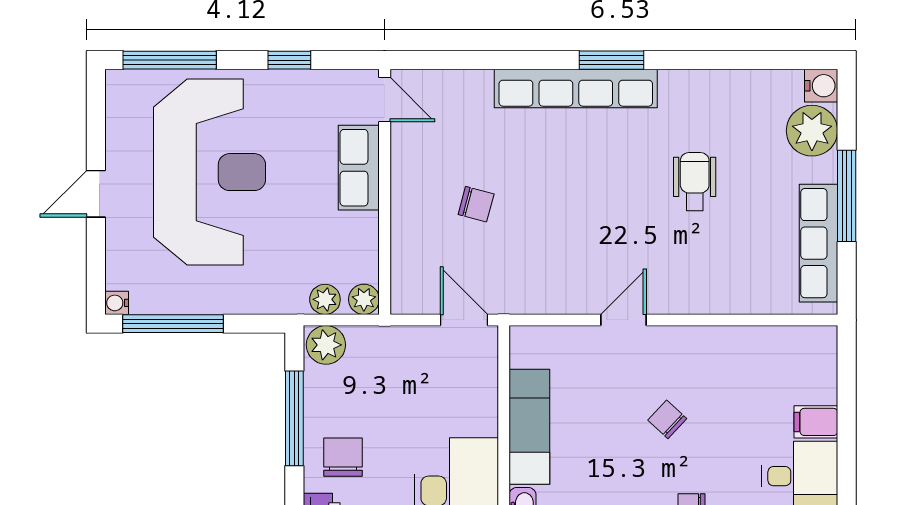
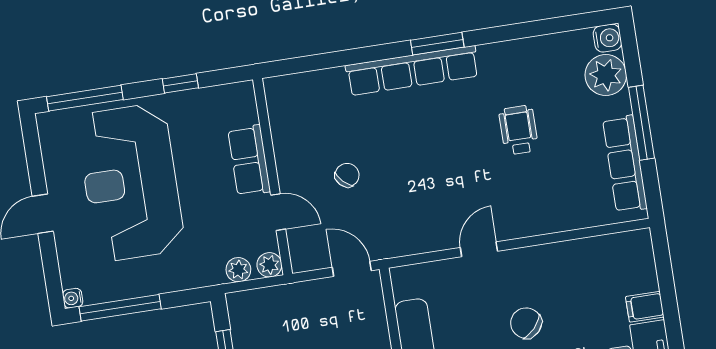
door: (385, 100) -> (278, 212), moved
reception desk: (209, 172) -> (131, 182), turned 180
chair: (476, 204) -> (347, 175), turned -60
plant: (326, 345) -> (245, 306), removed
chair: (667, 419) -> (526, 323), width x1.37, depth x1.37

